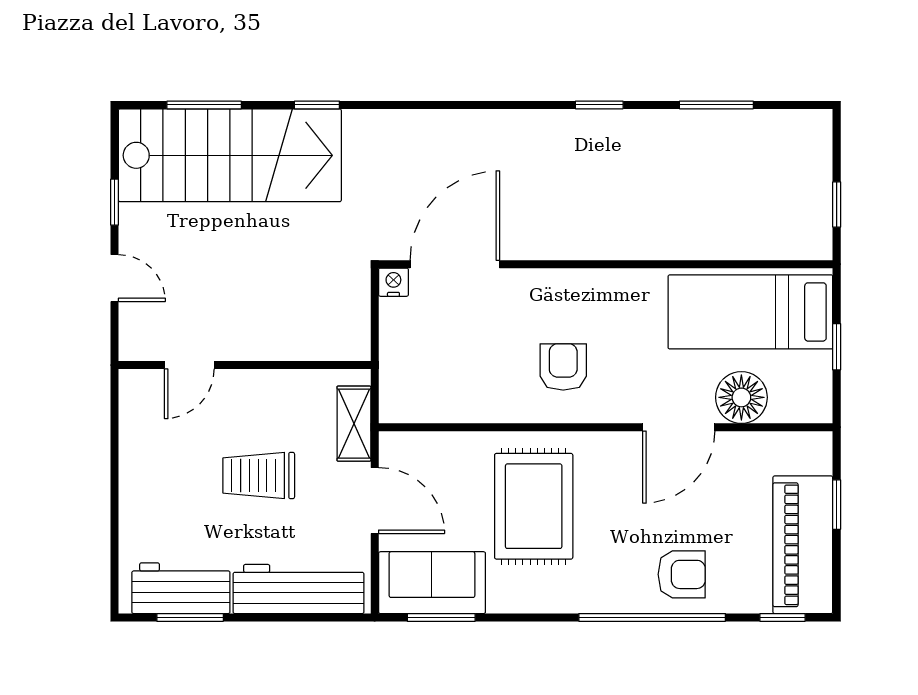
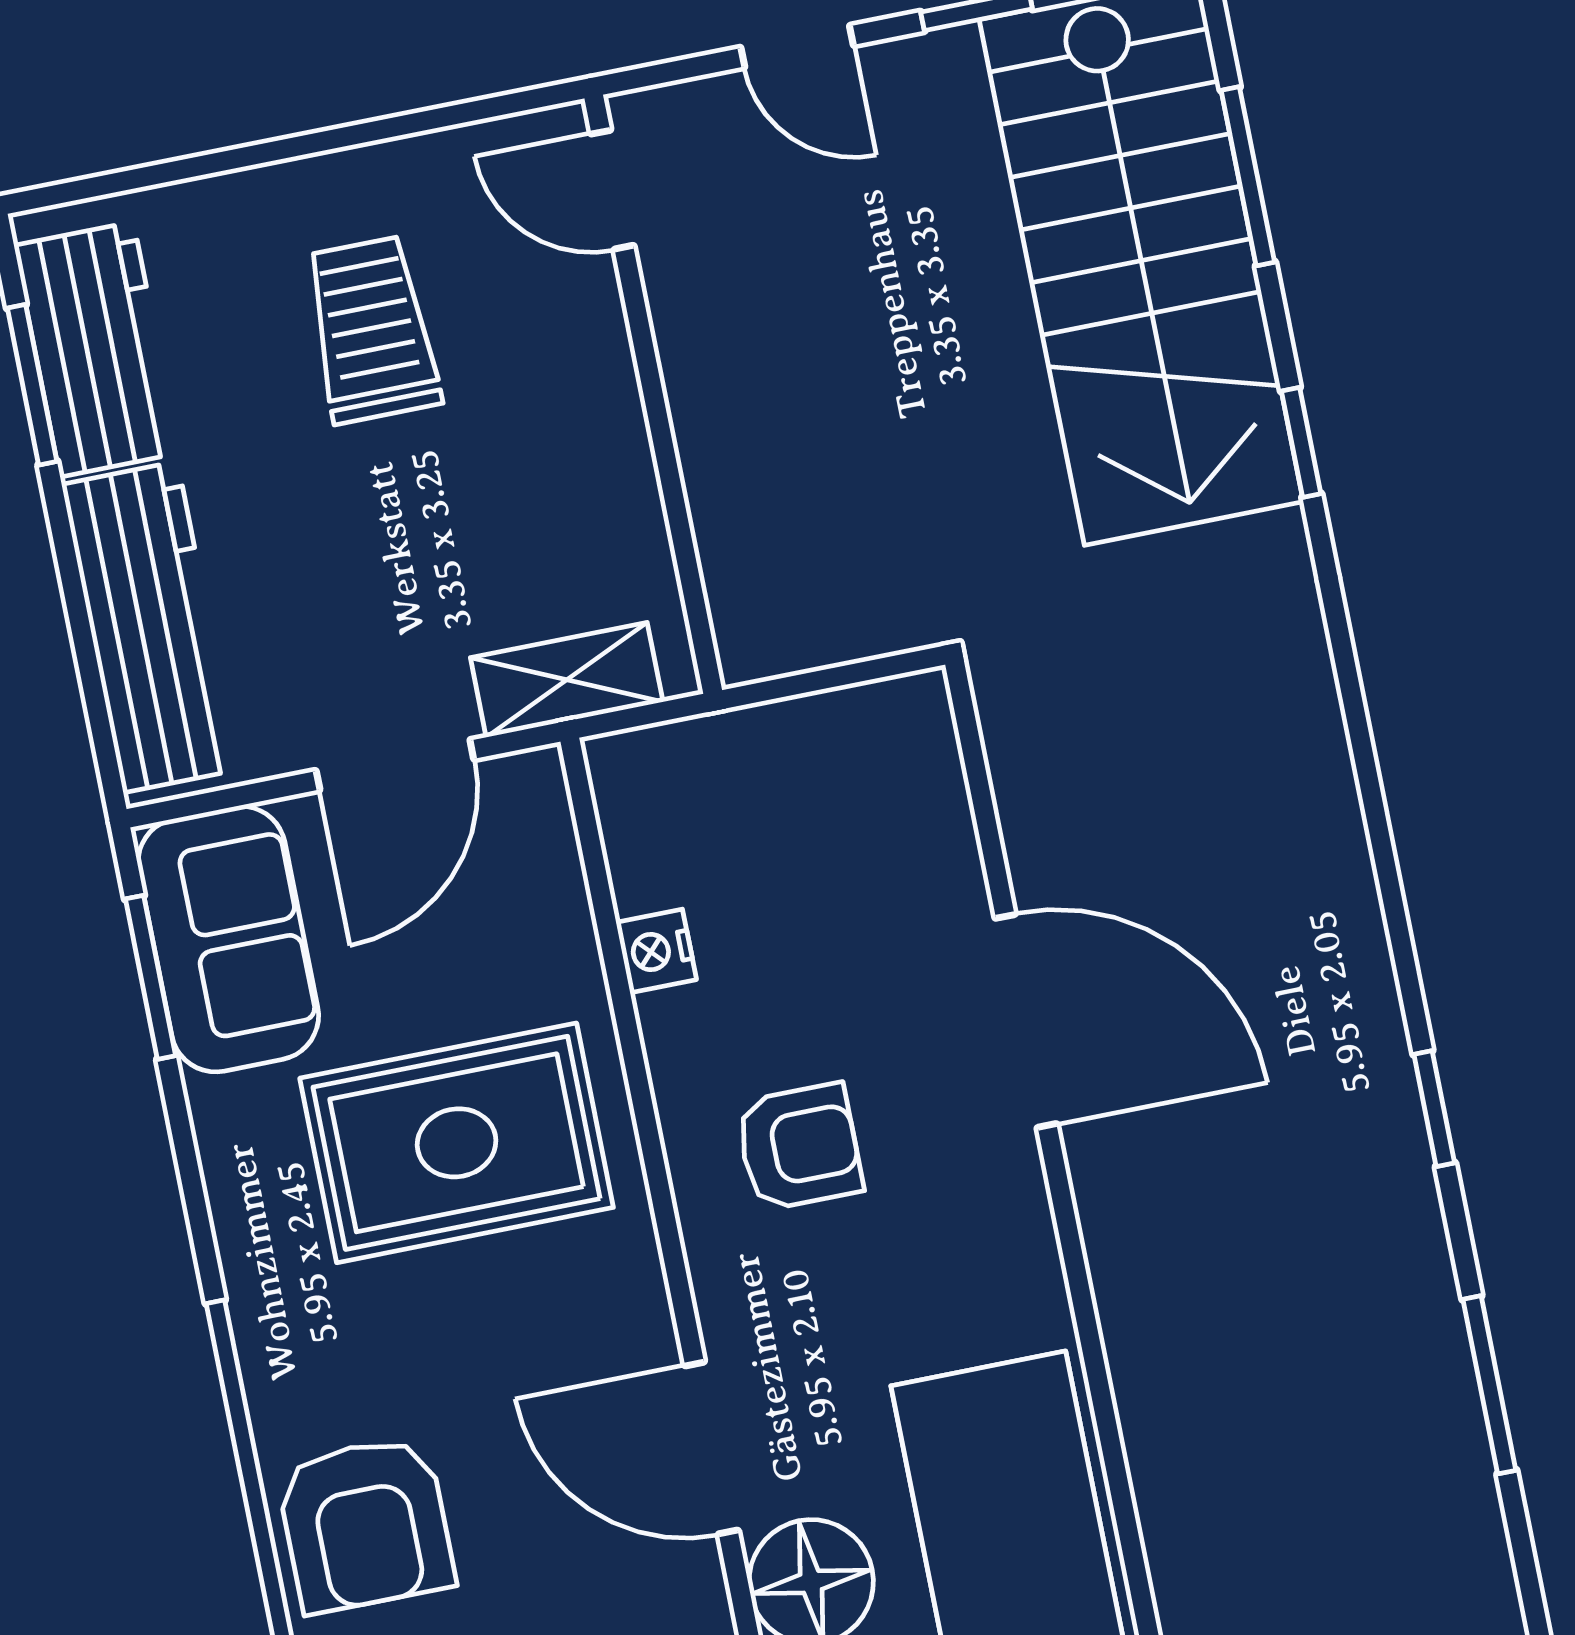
door: (455, 264) -> (1026, 1021), moved
door: (115, 278) -> (797, 46), hinge flipped
nightstand: (393, 282) -> (656, 951), moved, turned 180
door: (189, 365) -> (612, 190), moved
trolley: (259, 475) -> (372, 330), moved
armchair: (682, 574) -> (365, 1524), width x1.38, depth x1.38

